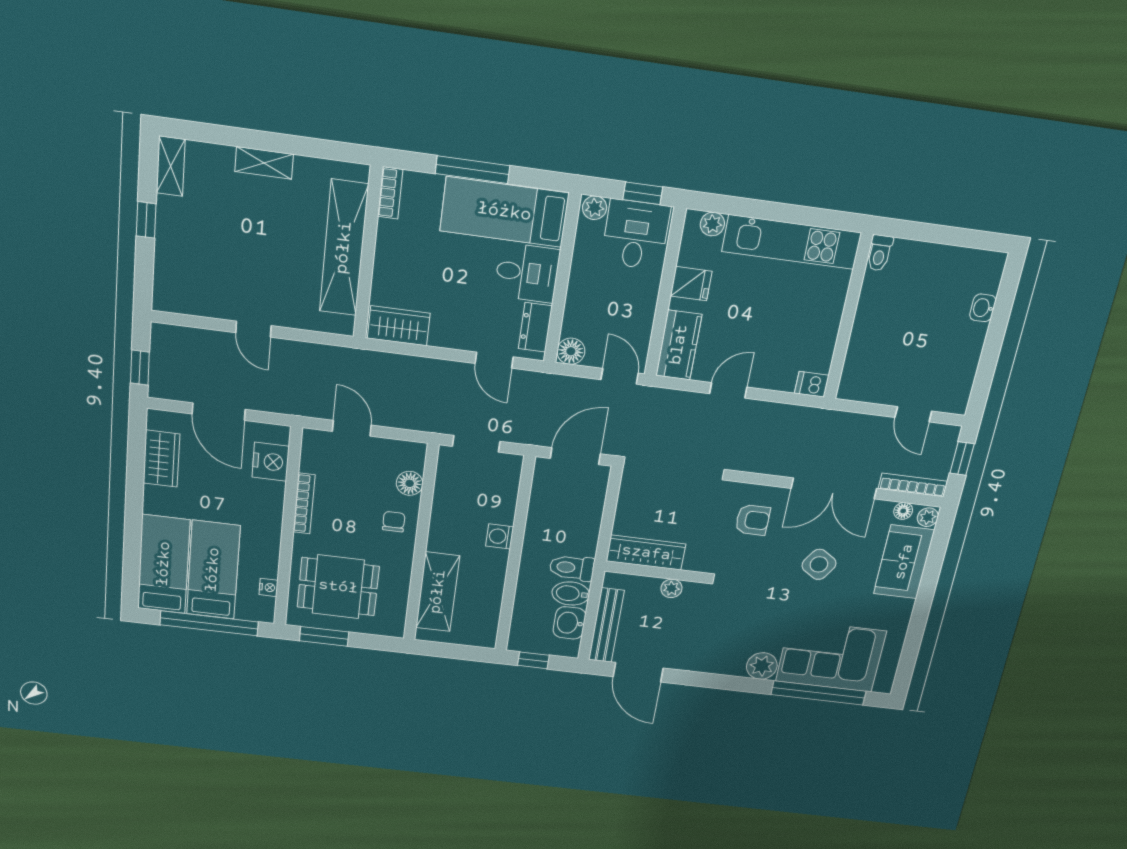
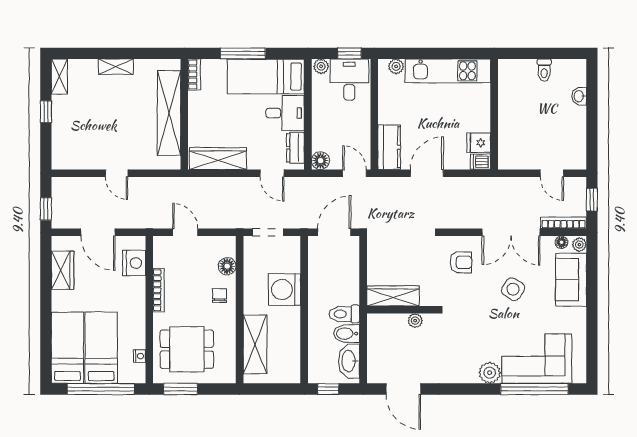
toilet: (880, 253) -> (544, 70), moved
fridge: (691, 284) -> (479, 143), moved, turned 180
wardrobe: (399, 326) -> (218, 158), width x1.50
door: (728, 390) -> (427, 173), width x1.37
washing machine: (500, 536) -> (284, 290), width x1.89, depth x1.89
washbasin: (569, 623) -> (349, 361), width x1.38
bench: (606, 625) -> (375, 355), removed

